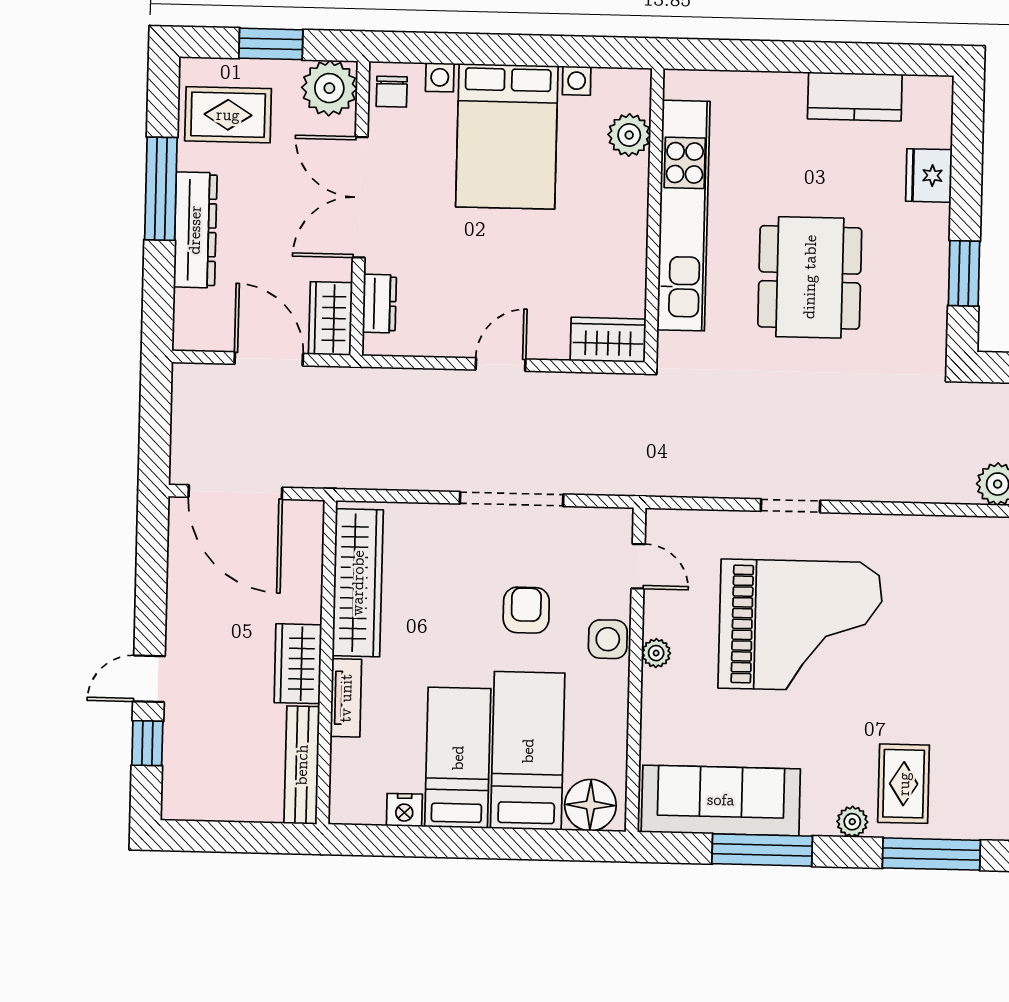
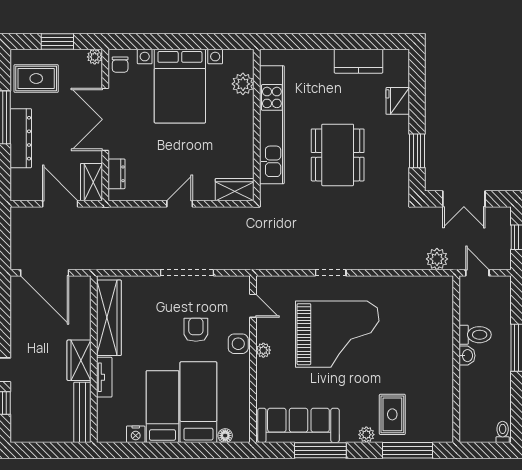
plant: (329, 88) -> (95, 57), width x0.53, depth x0.53
floor lamp: (590, 805) -> (225, 436), width x0.53, depth x0.53

